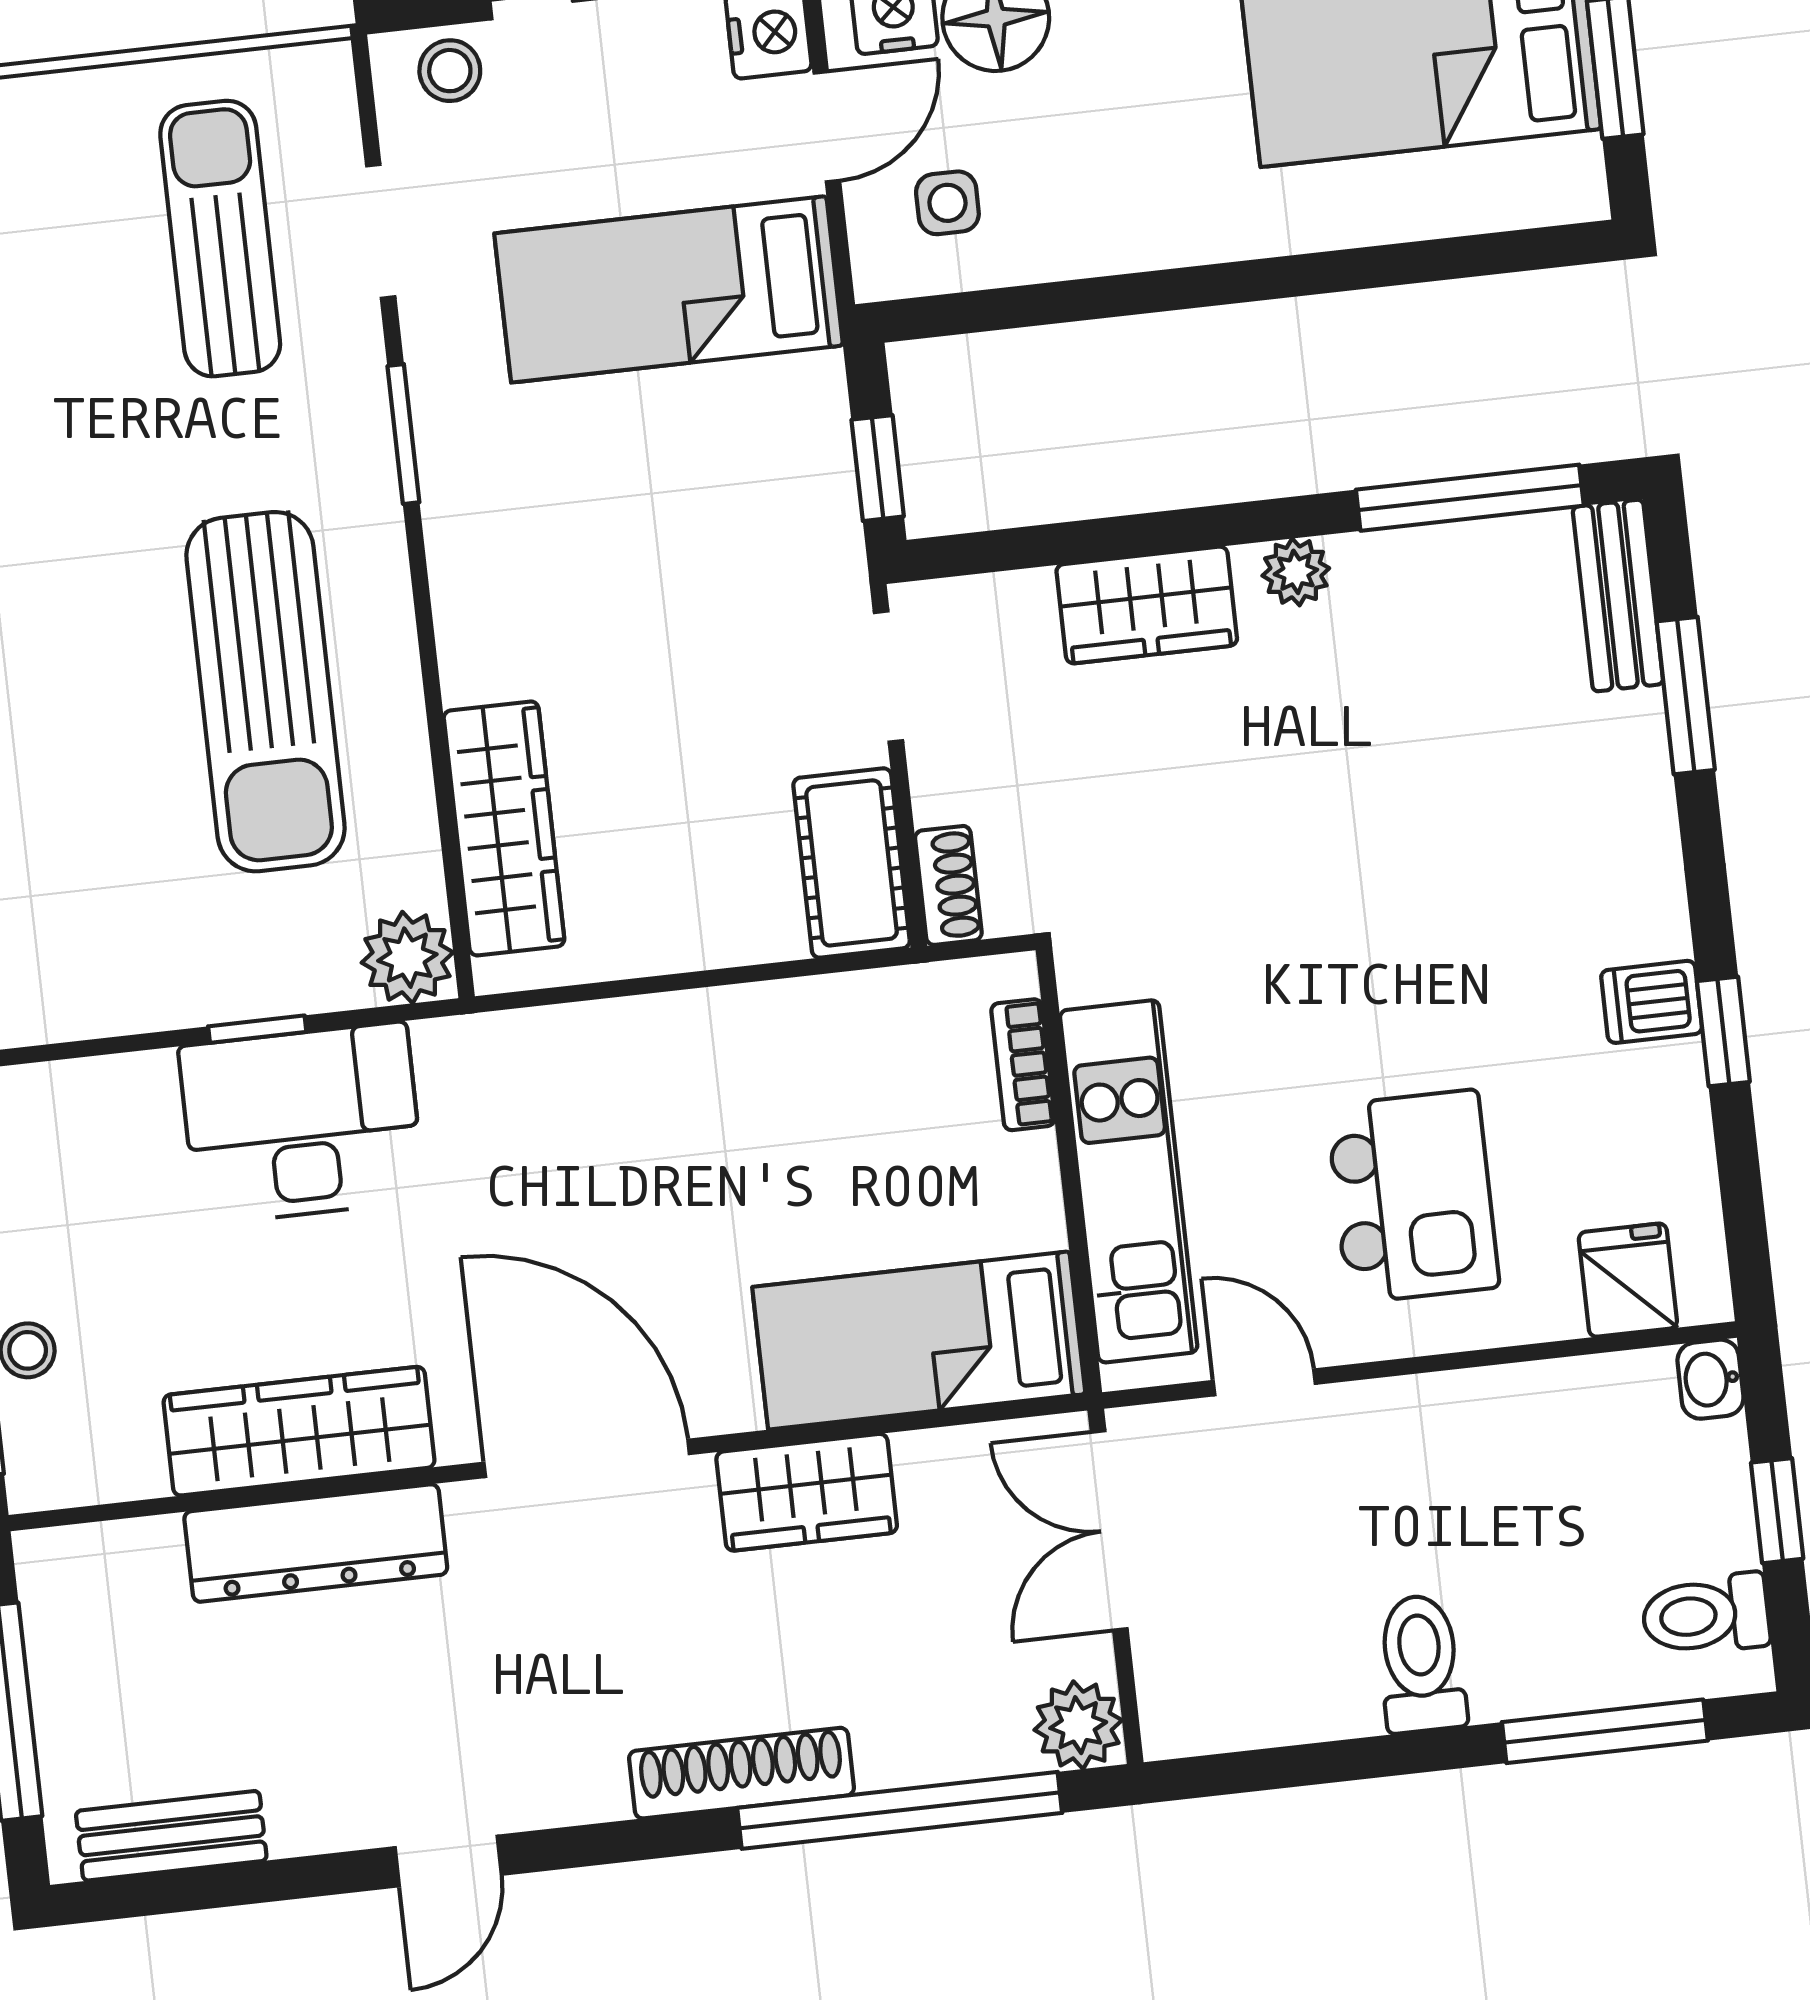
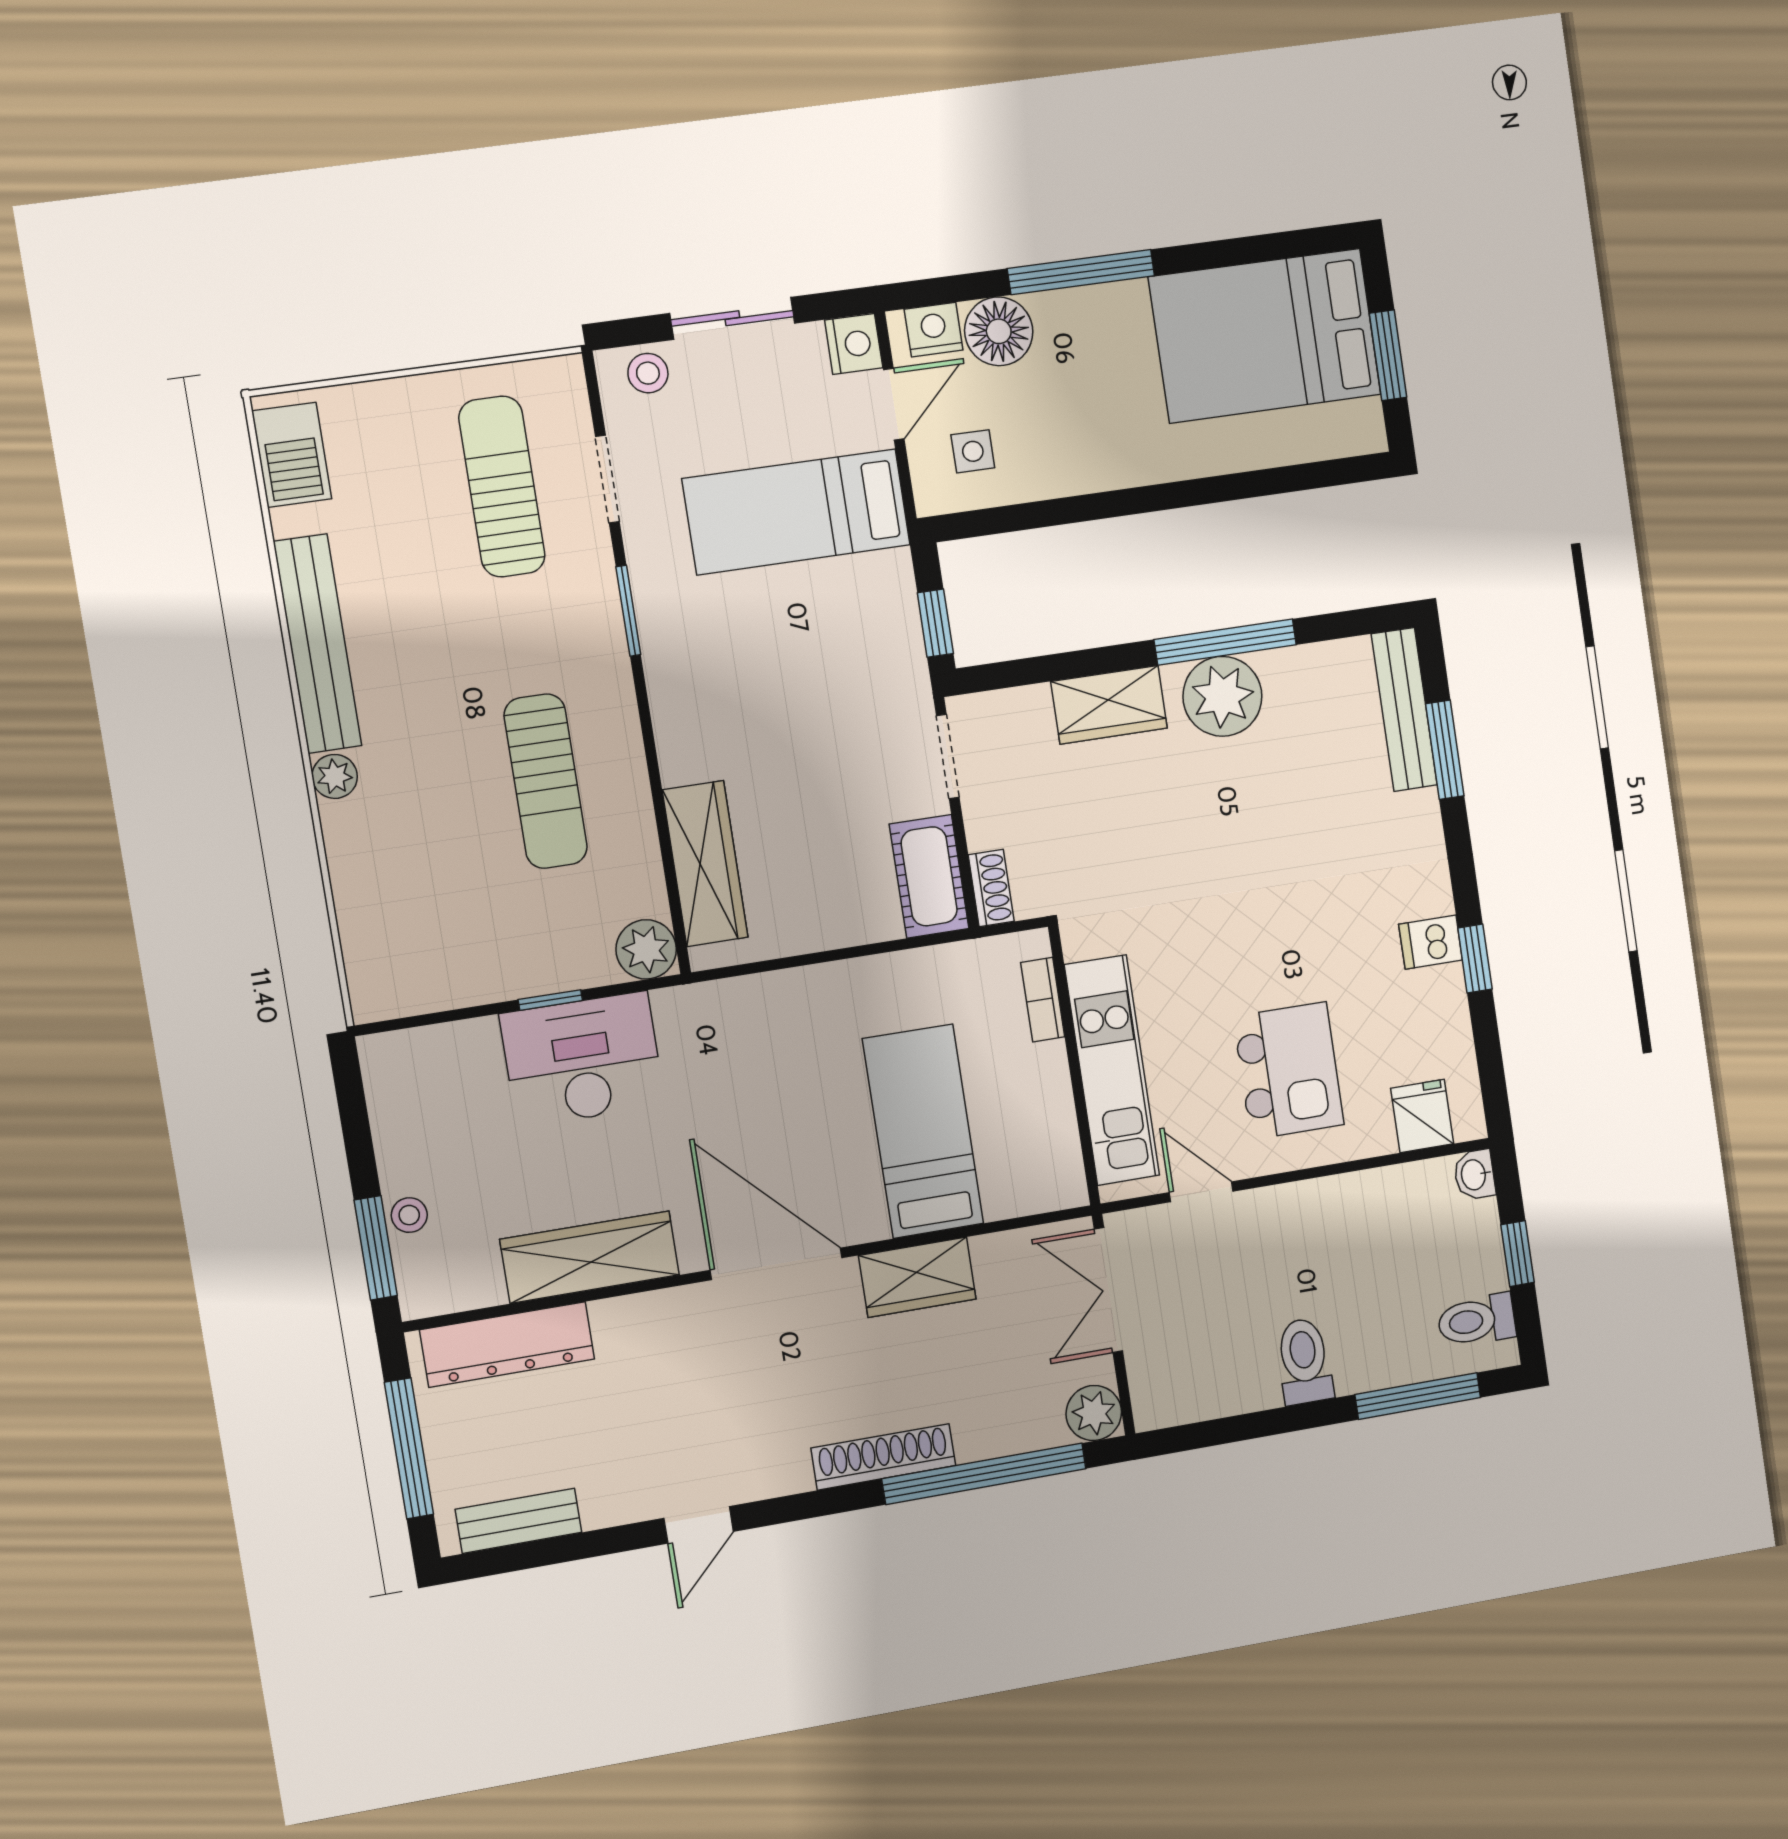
window: (1470, 498) -> (1225, 642), moved
plant: (1296, 572) -> (1222, 696), width x1.88, depth x1.88
bench: (1618, 595) -> (1404, 710), width x1.36
sun lounger: (266, 692) -> (546, 781), width x0.73, depth x0.75
bed: (919, 1341) -> (923, 1131), moved, turned 90
dresser: (316, 1543) -> (507, 1345), moved

